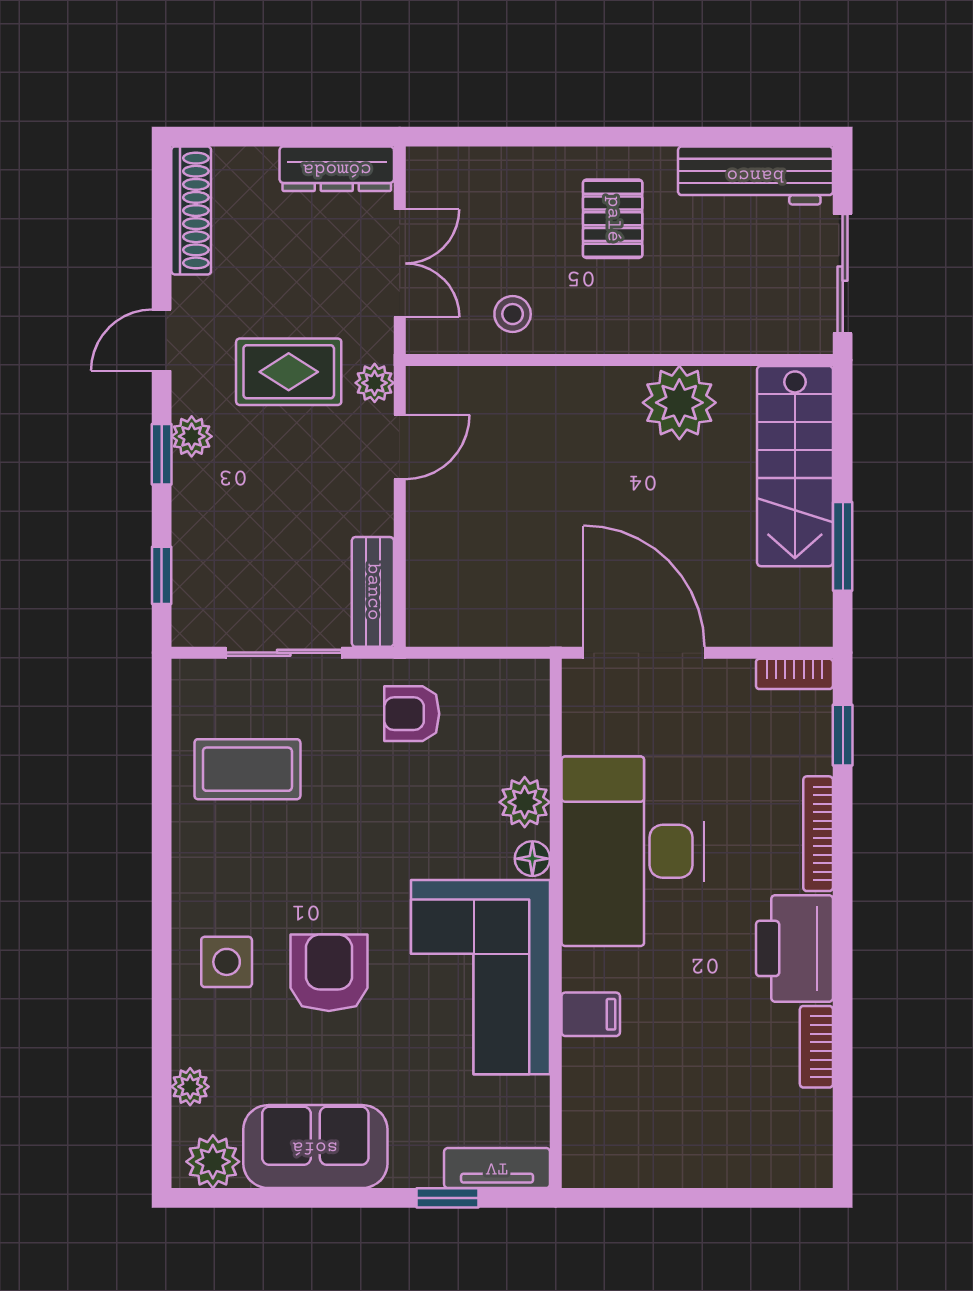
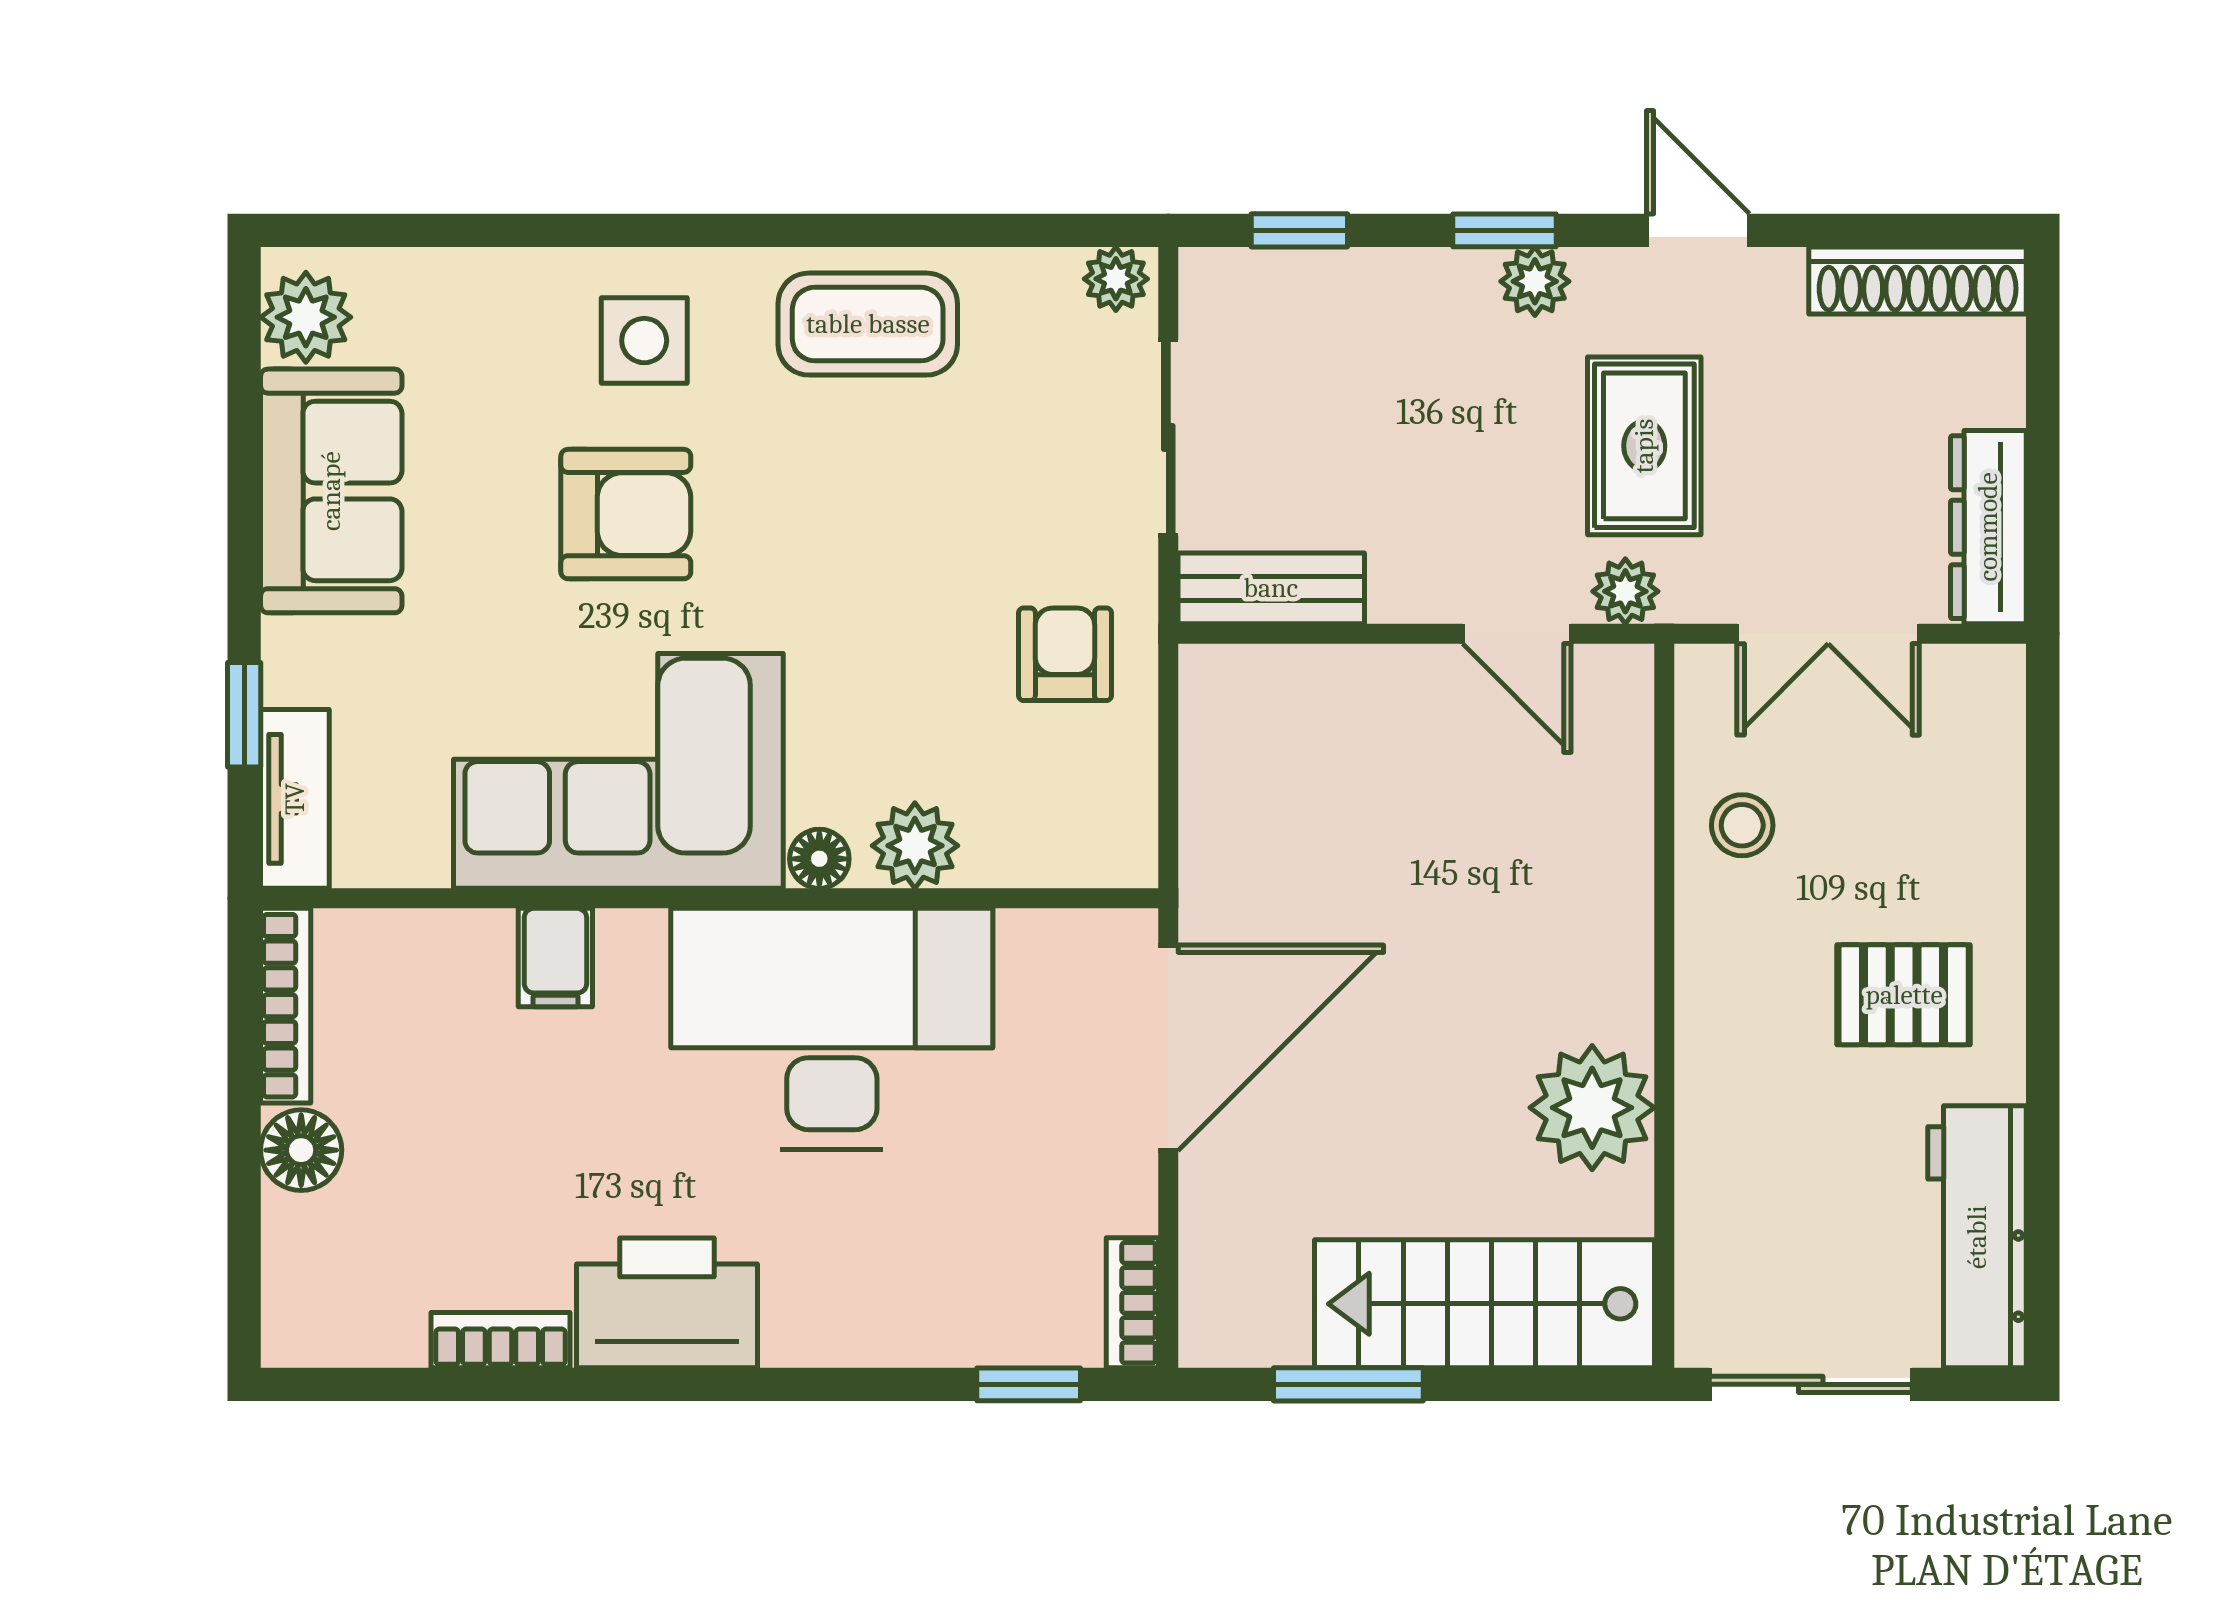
coffee table: (247, 769) -> (868, 324), moved, turned 90
bookcase: (818, 834) -> (286, 1006), moved, turned 90
plant: (190, 1087) -> (1116, 279), moved
floor lamp: (704, 1164) -> (301, 1150), added

